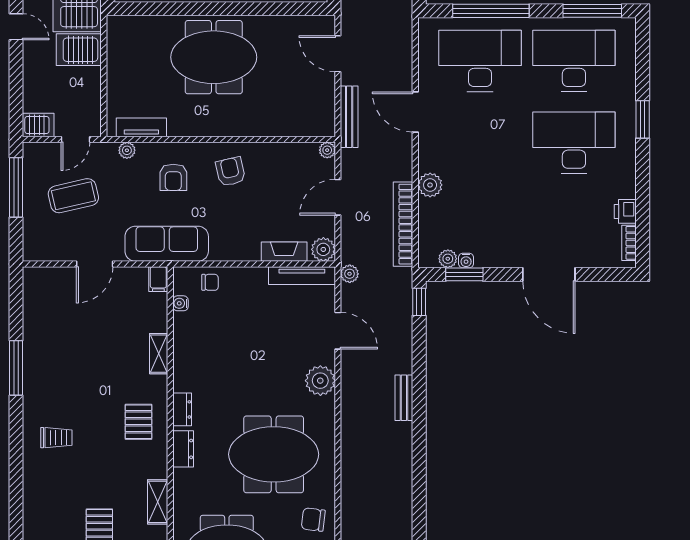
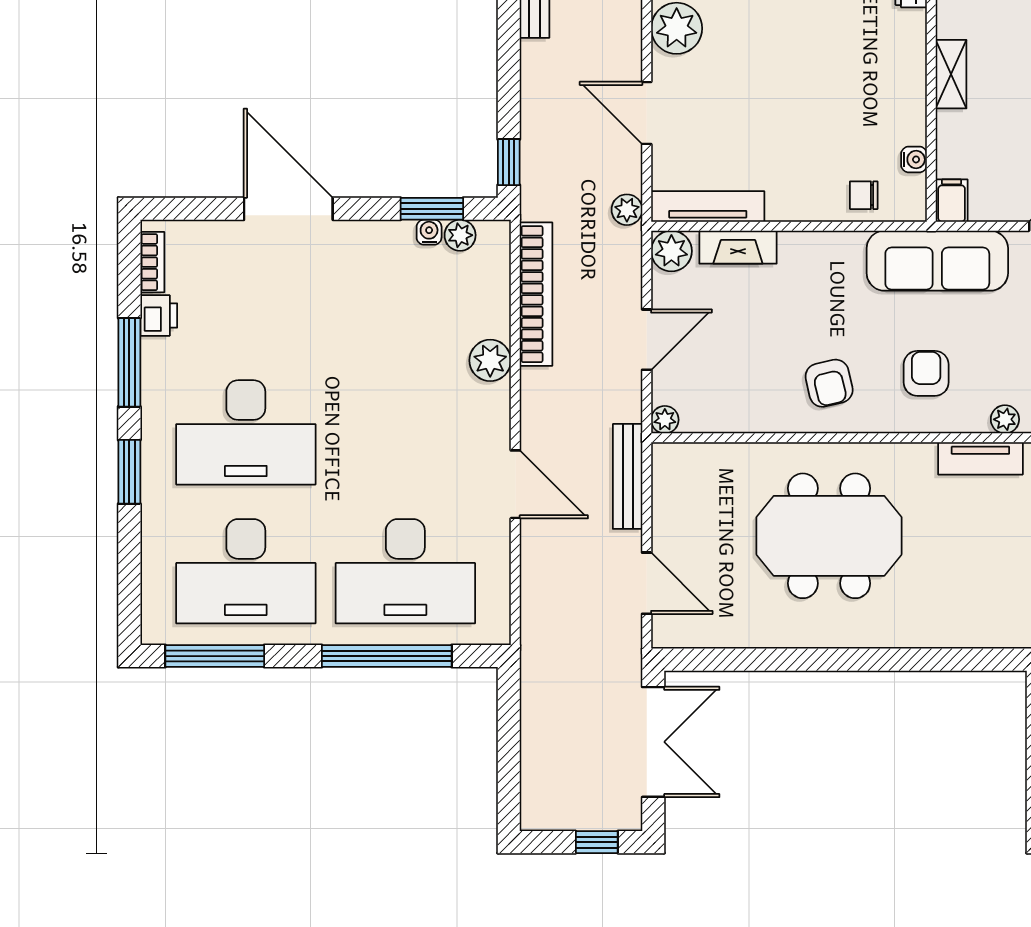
meeting table: (214, 57) -> (829, 536), moved
window: (643, 184) -> (129, 362), added

